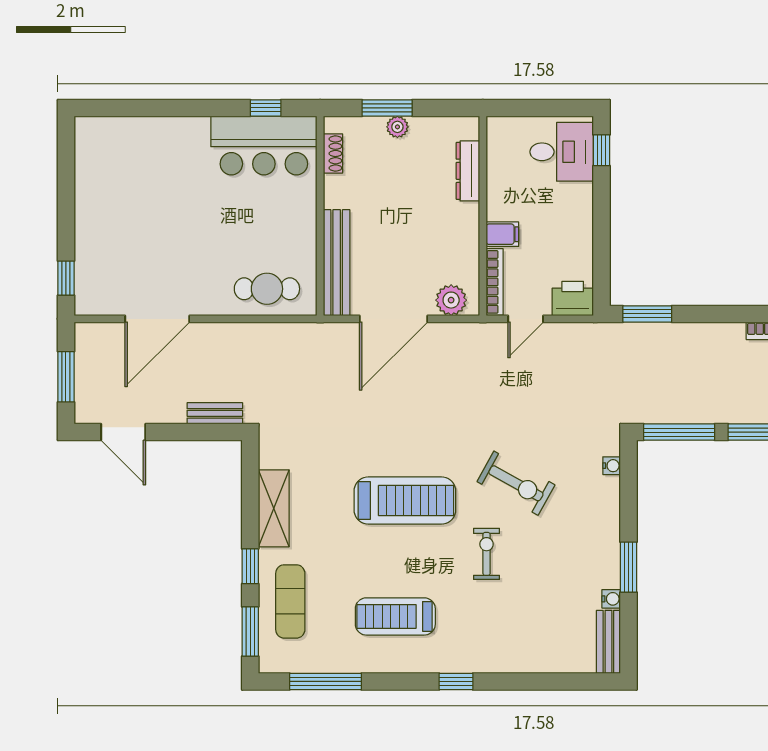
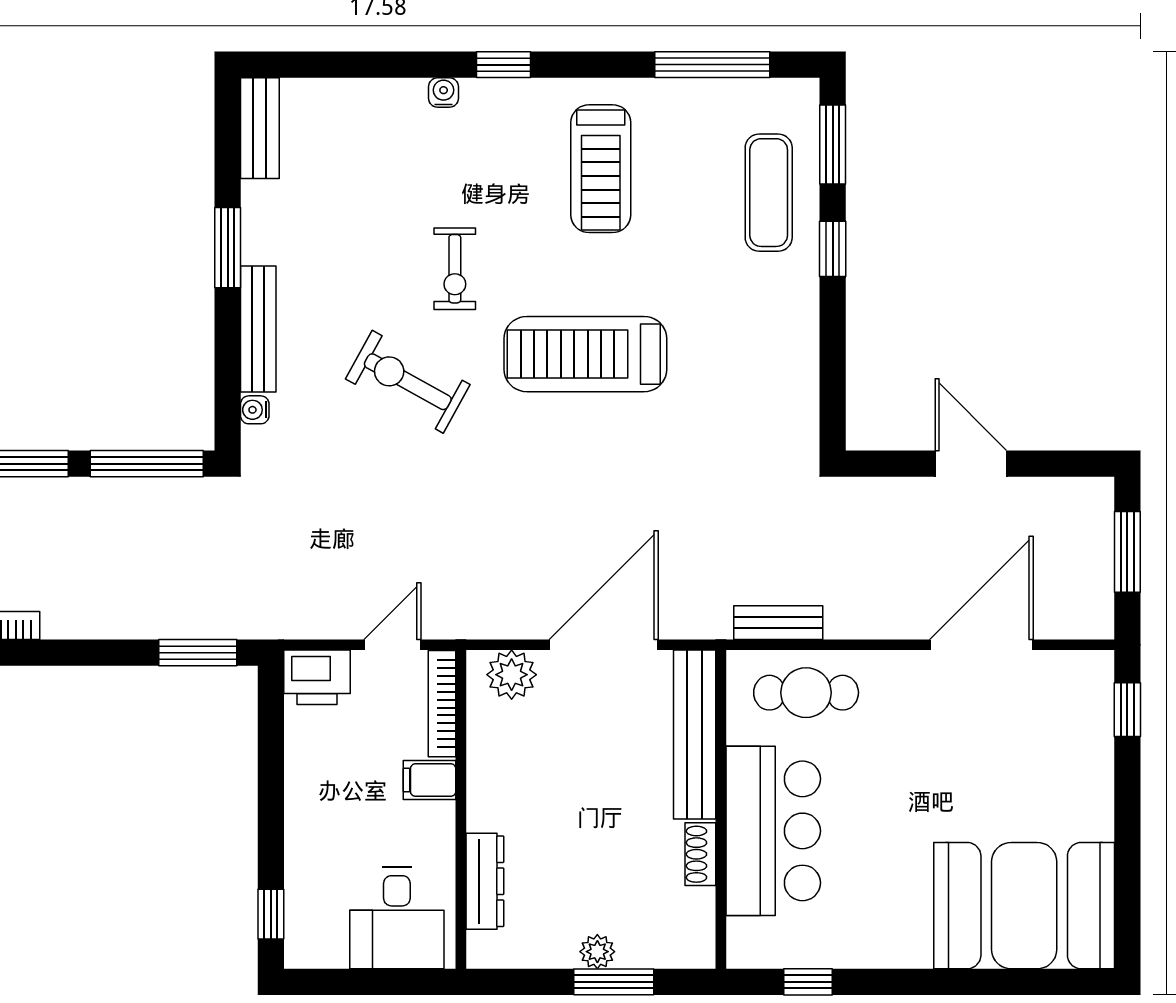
bar counter: (264, 145) -> (773, 831), moved, turned 90
desk: (562, 152) -> (397, 918), moved, turned -90
shoe rack: (333, 153) -> (700, 854), moved
booth: (131, 156) -> (1024, 906), added
bench: (215, 413) -> (778, 623), moved
door: (123, 432) -> (971, 464), moved
shelving: (274, 508) -> (795, 342), removed
bench: (609, 516) -> (258, 329), added
water cooler: (611, 599) -> (444, 93), moved, turned 90
treadmill: (395, 616) -> (601, 169), turned 90

